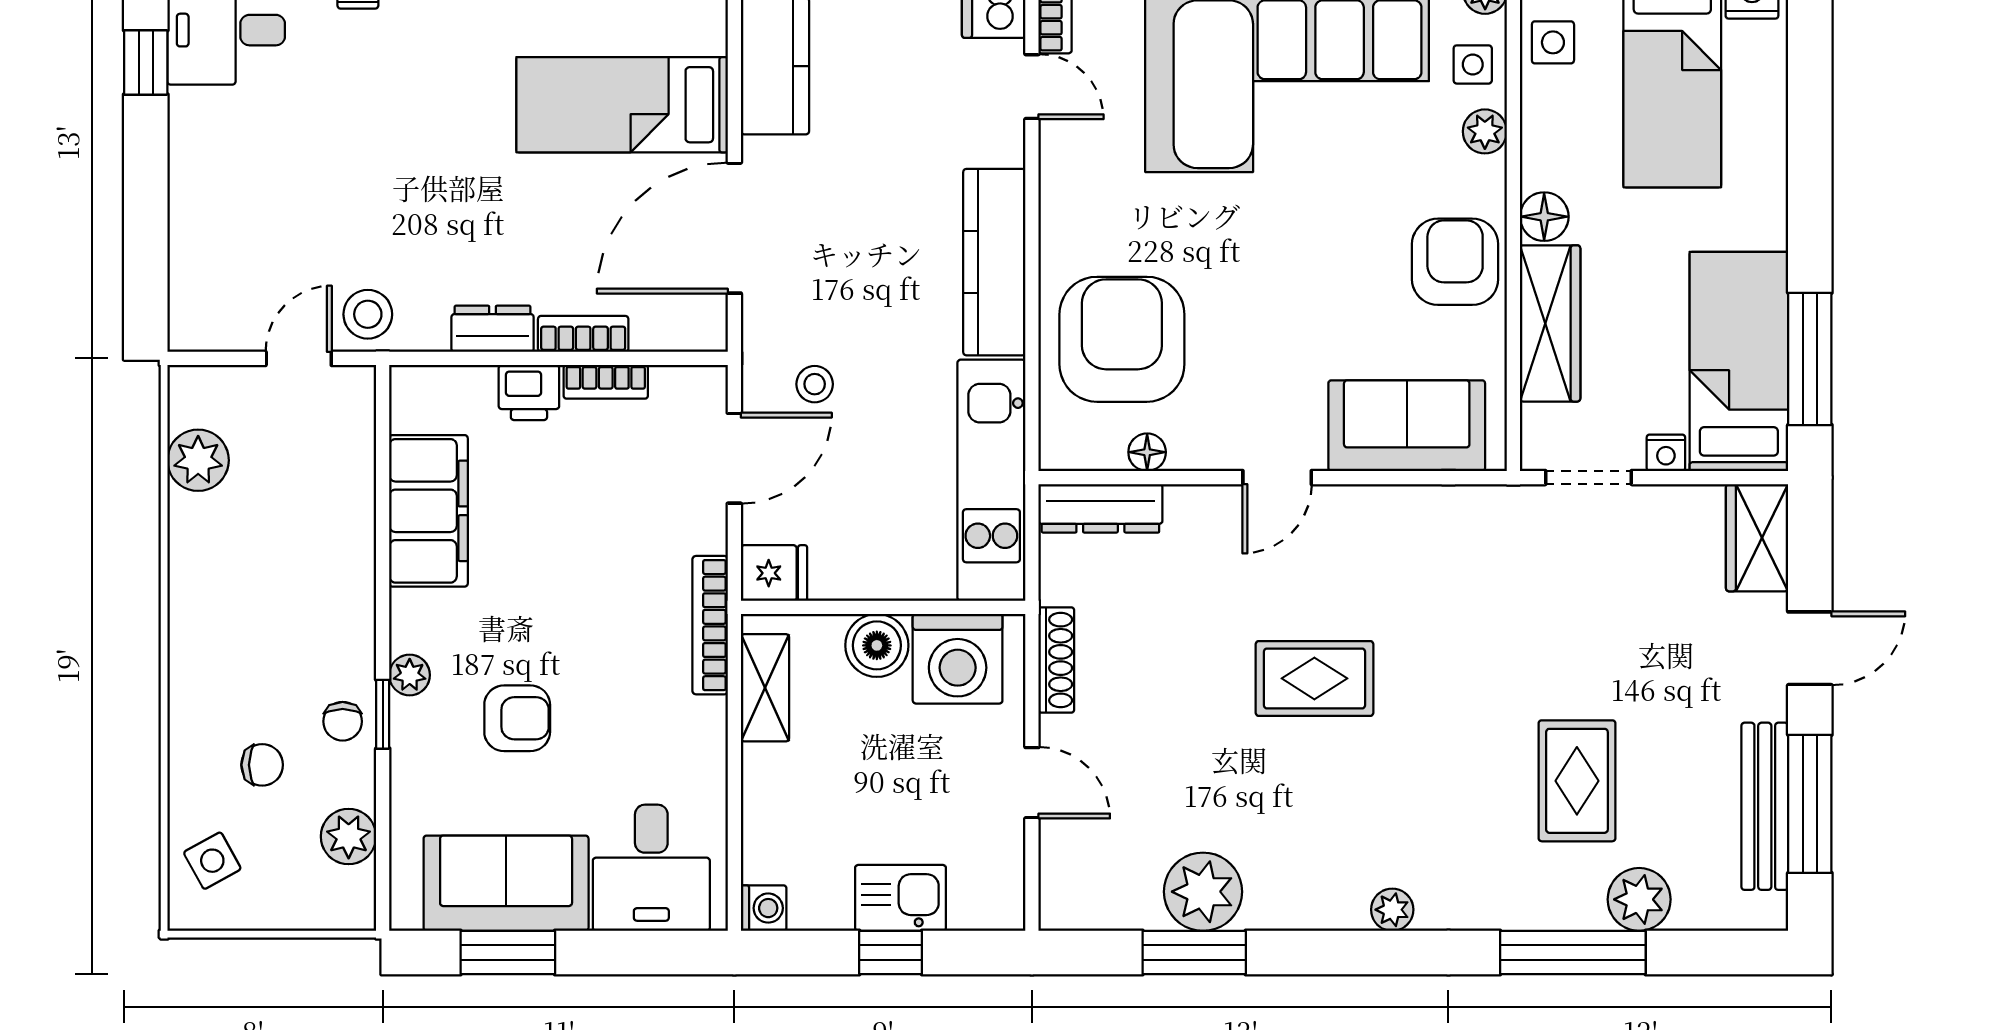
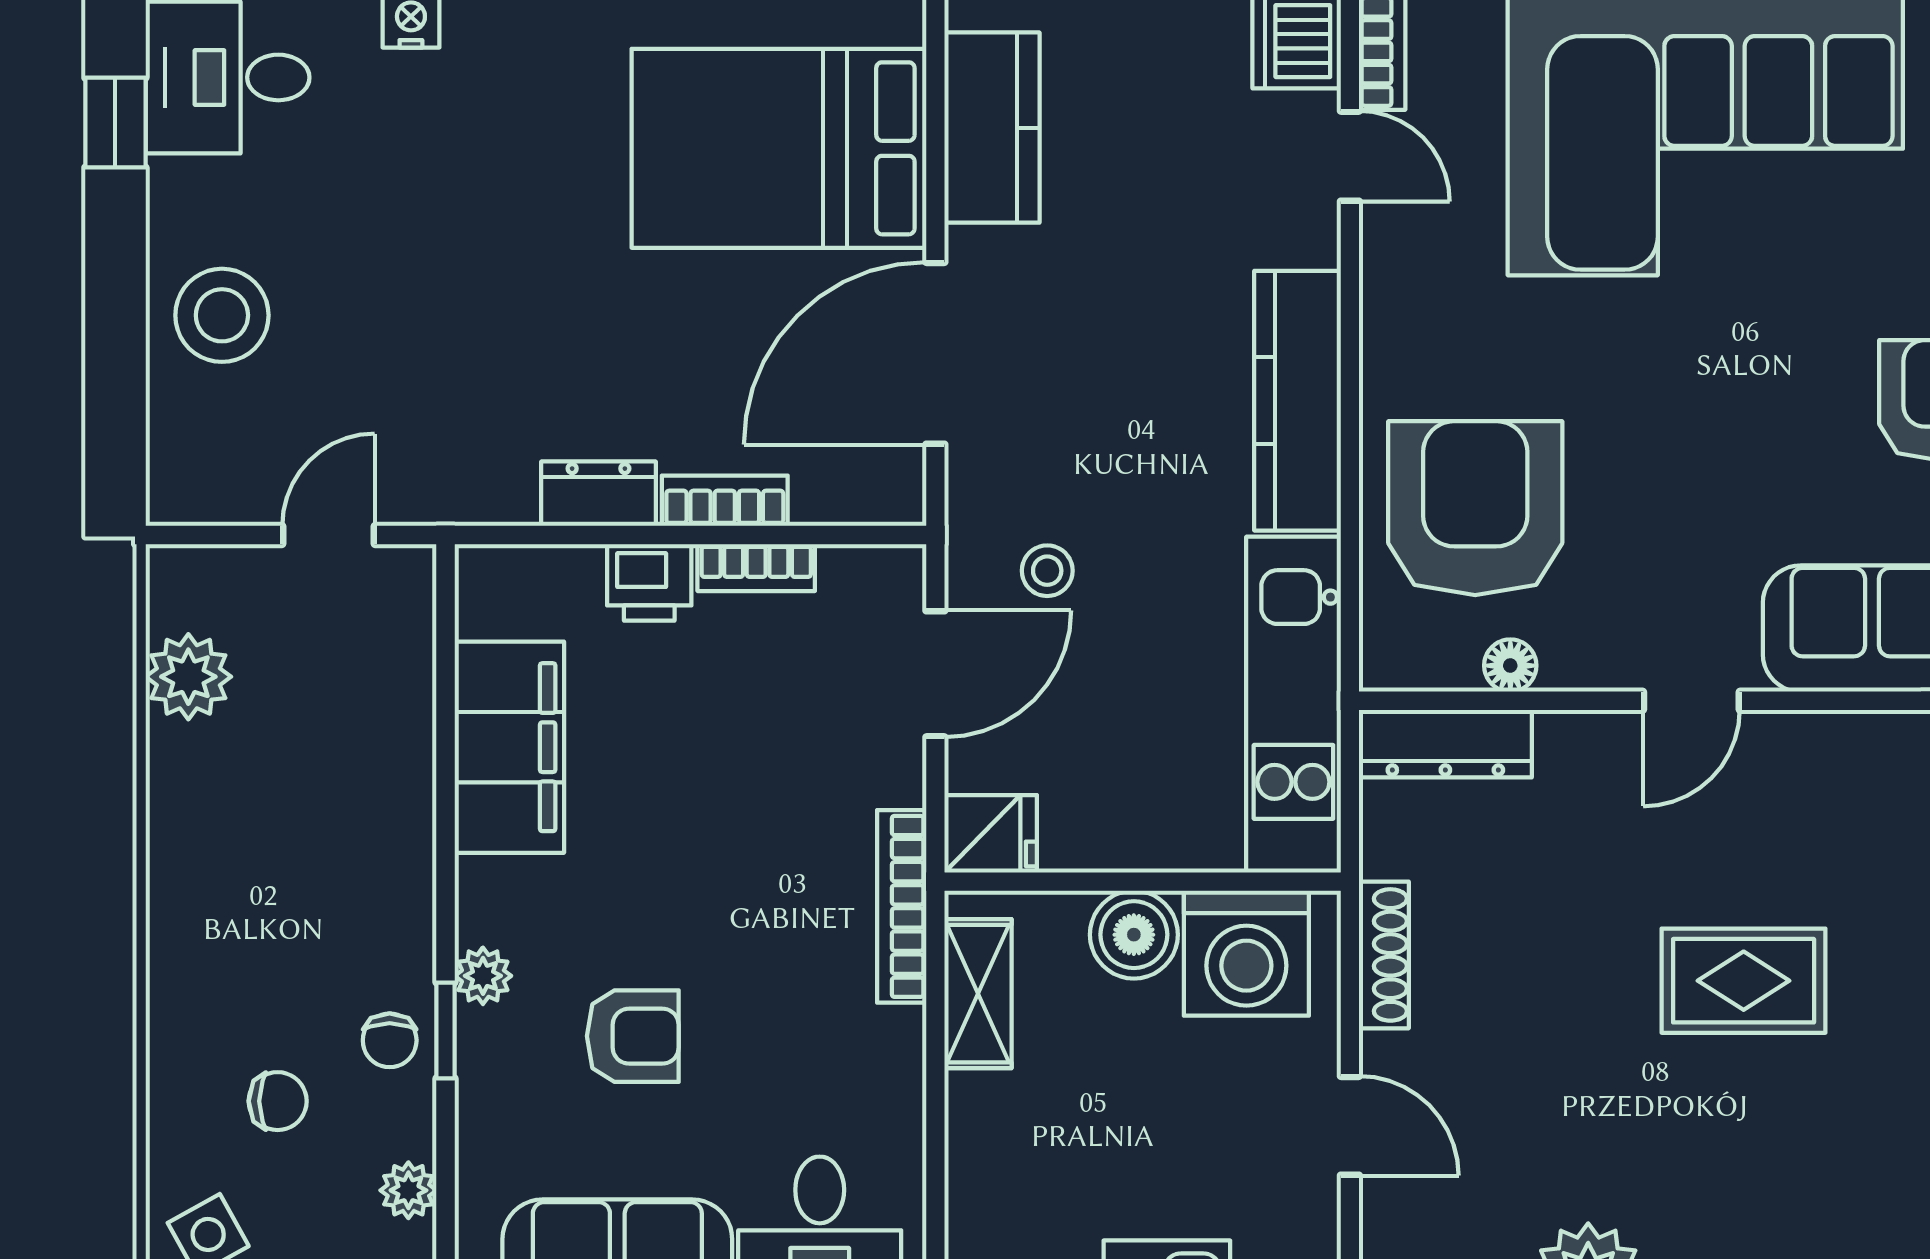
bed: (622, 105) -> (779, 148), width x1.50
stool: (368, 314) -> (222, 315), moved, width x1.38, depth x1.38
plant: (349, 836) -> (408, 1190), width x0.73, depth x0.73

